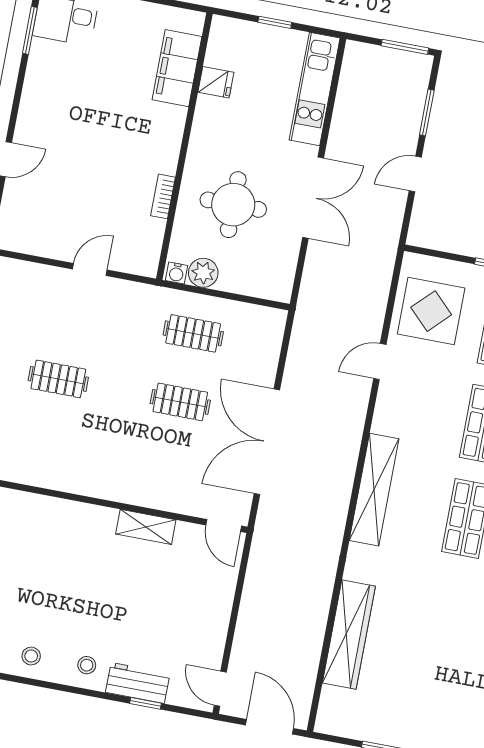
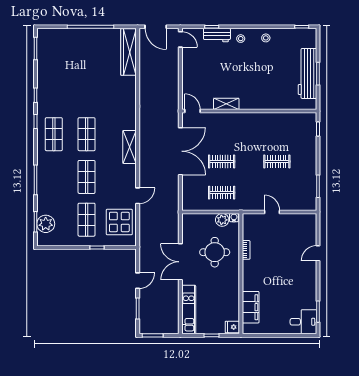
fridge: (216, 82) -> (232, 327), moved
door: (90, 270) -> (272, 212), swing flipped
shelving: (374, 490) -> (130, 147), width x0.68
wardrobe: (349, 635) -> (129, 52), moved

